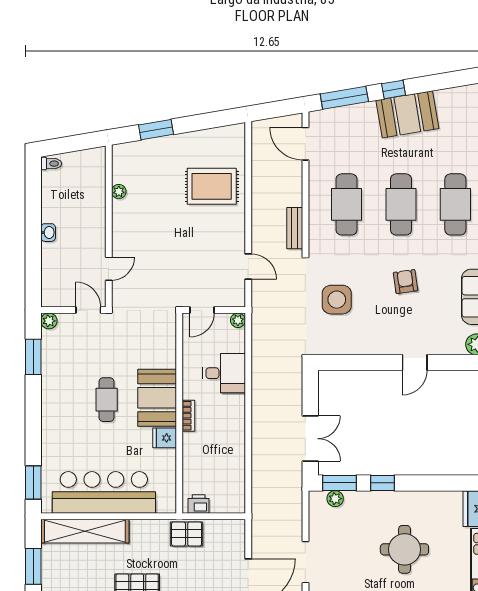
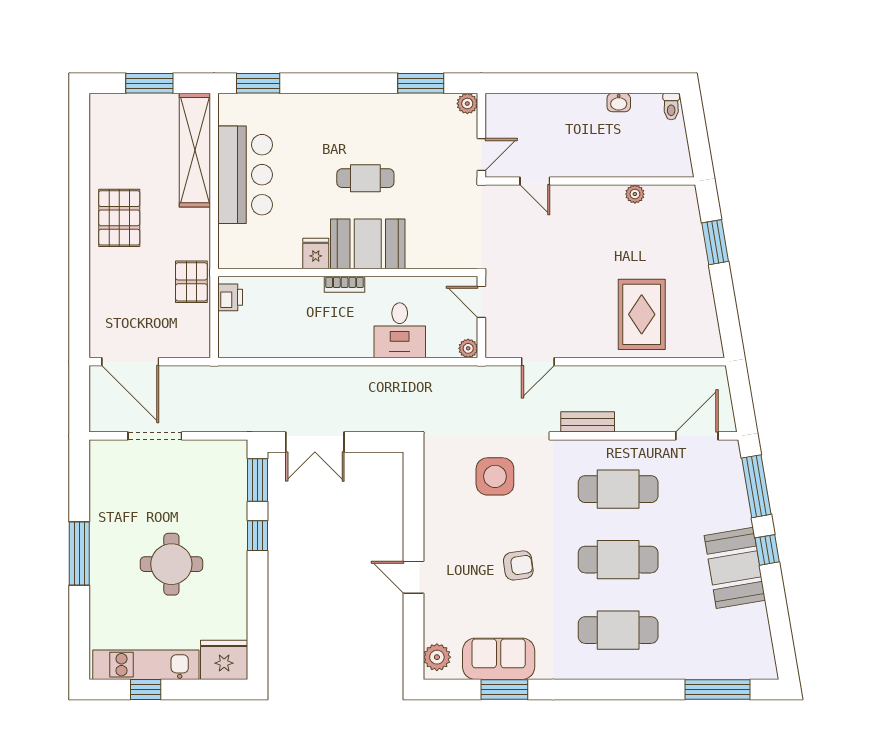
washbasin: (48, 233) -> (619, 103), moved
bar counter: (104, 492) -> (245, 175), width x0.73
plant: (335, 499) -> (237, 474), removed

